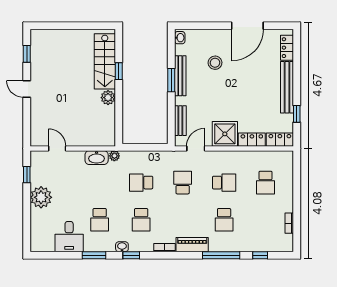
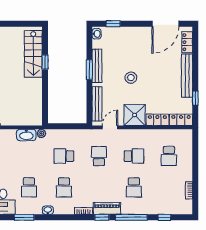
window: (199, 26) -> (113, 24), added
door: (247, 26) -> (165, 24), moved
stool: (215, 63) -> (131, 78), moved
plant: (108, 98) -> (36, 84), removed
bench: (180, 121) -> (97, 104), width x1.36
window: (131, 255) -> (102, 217), moved

